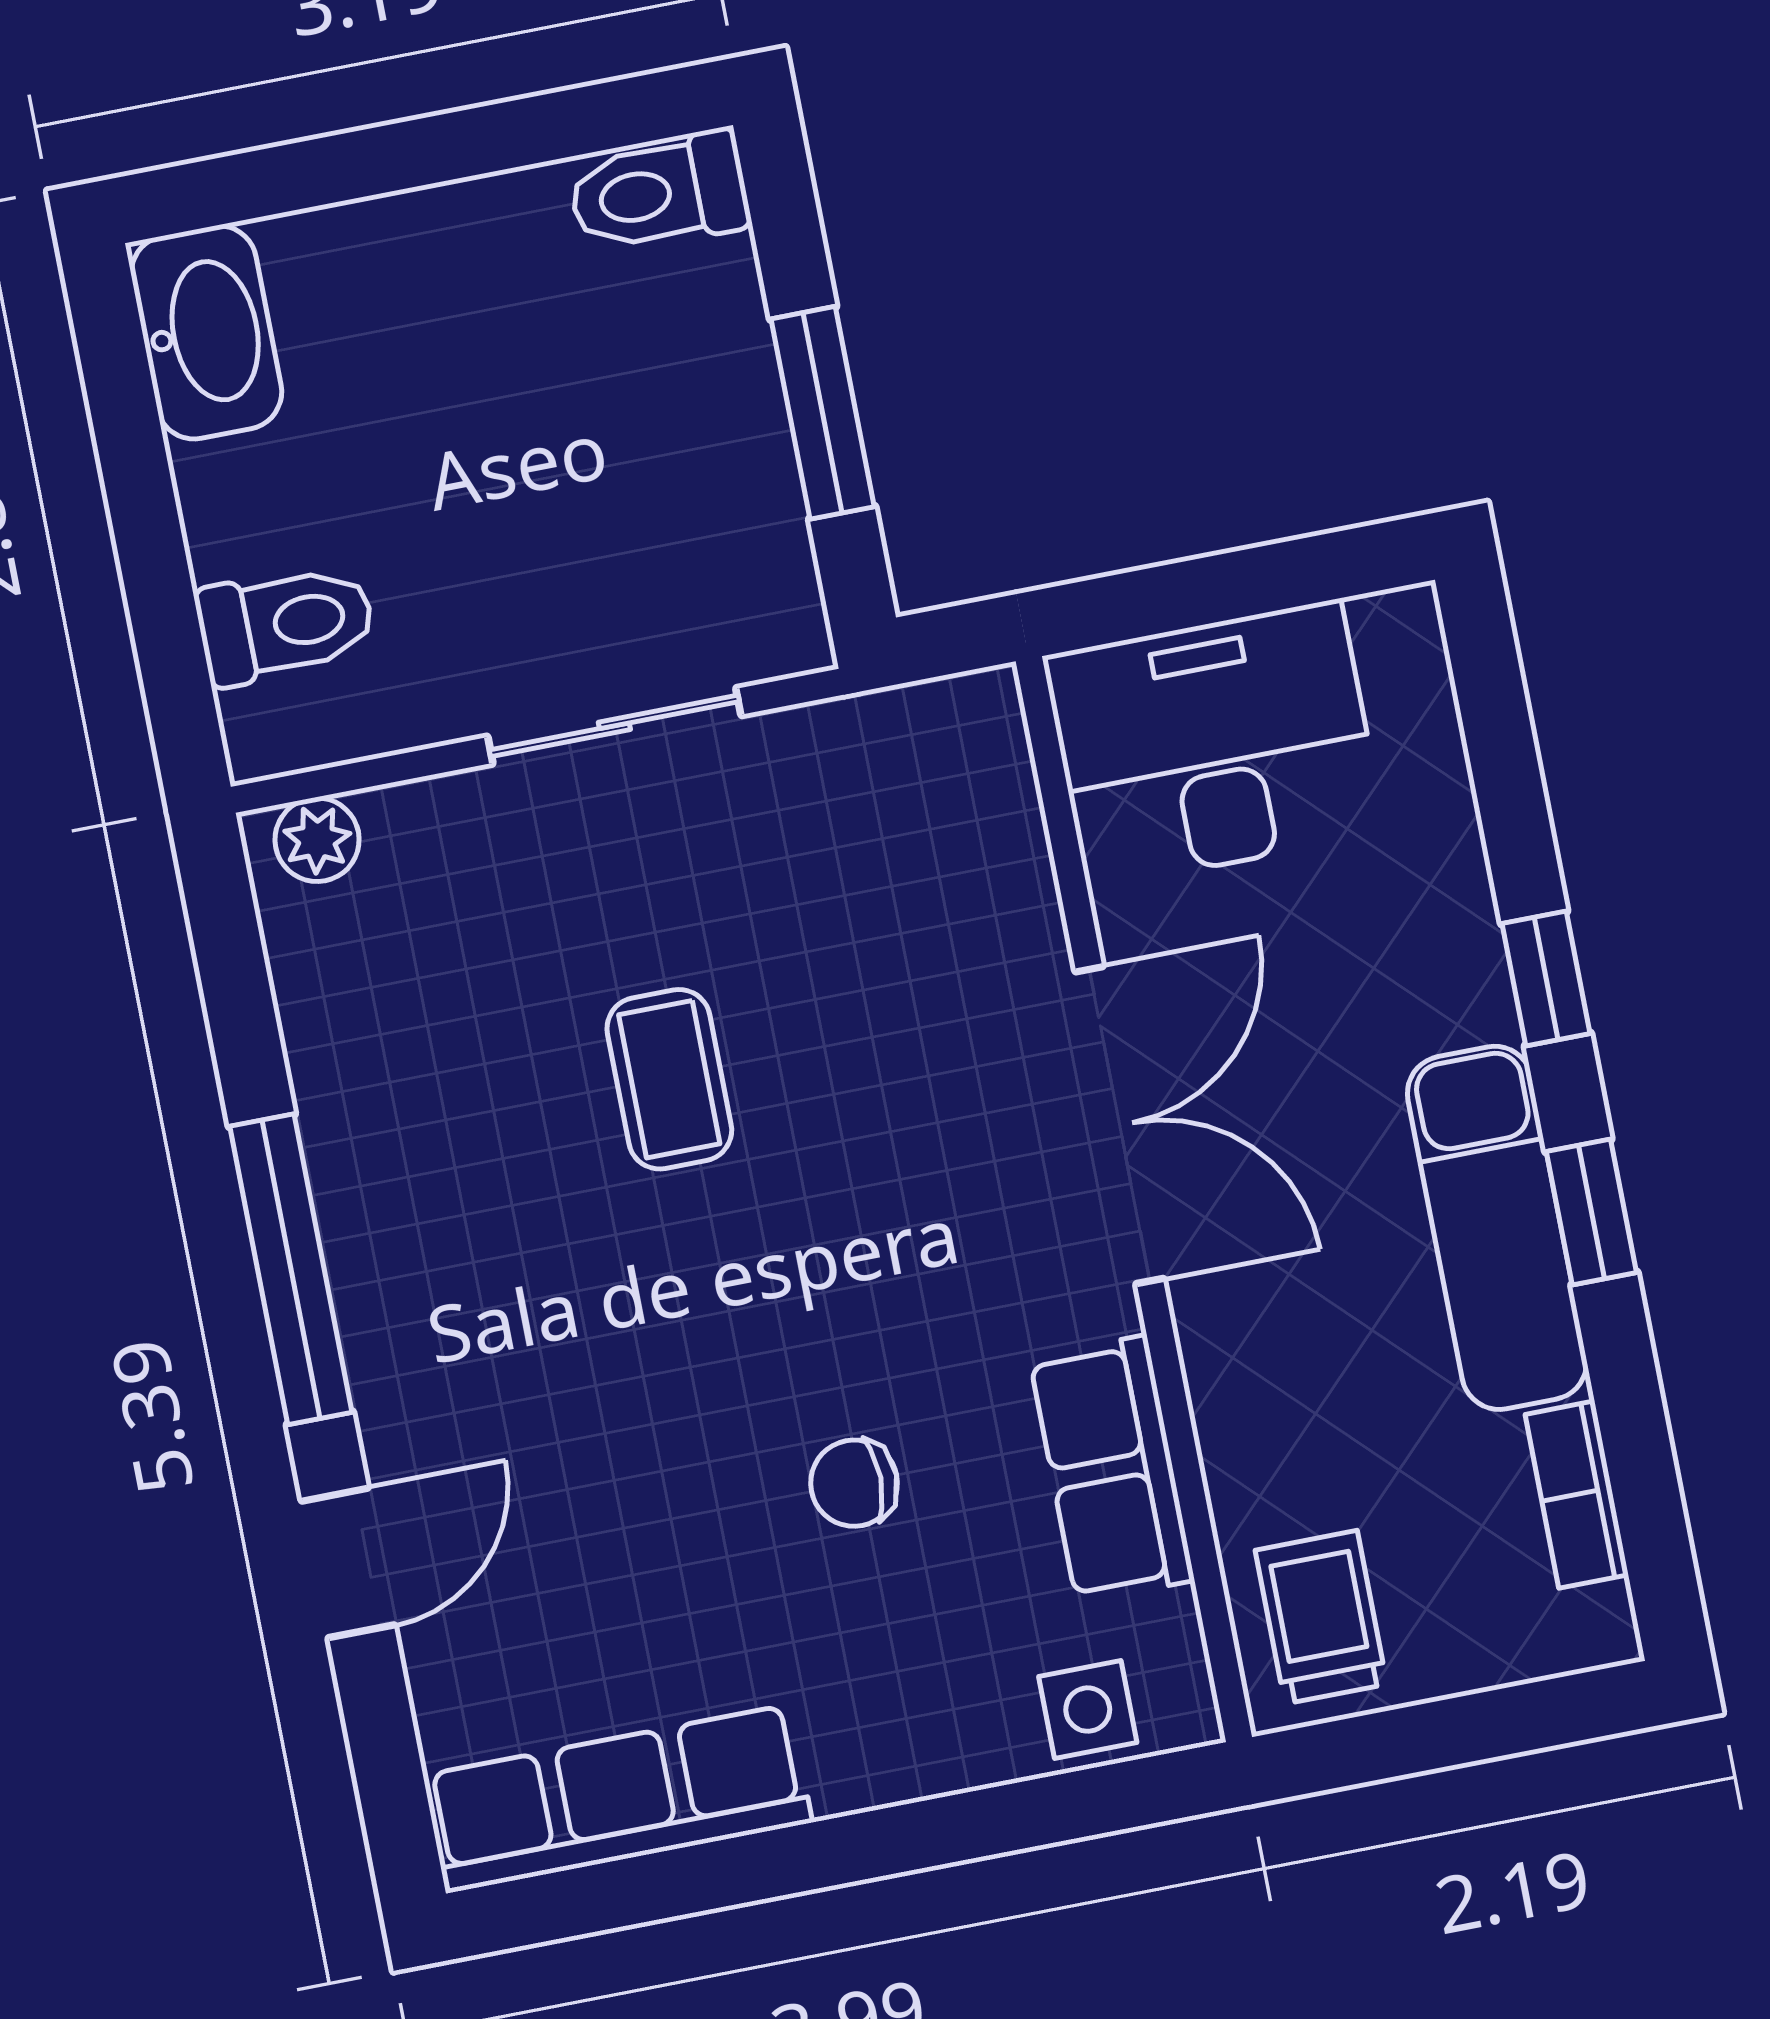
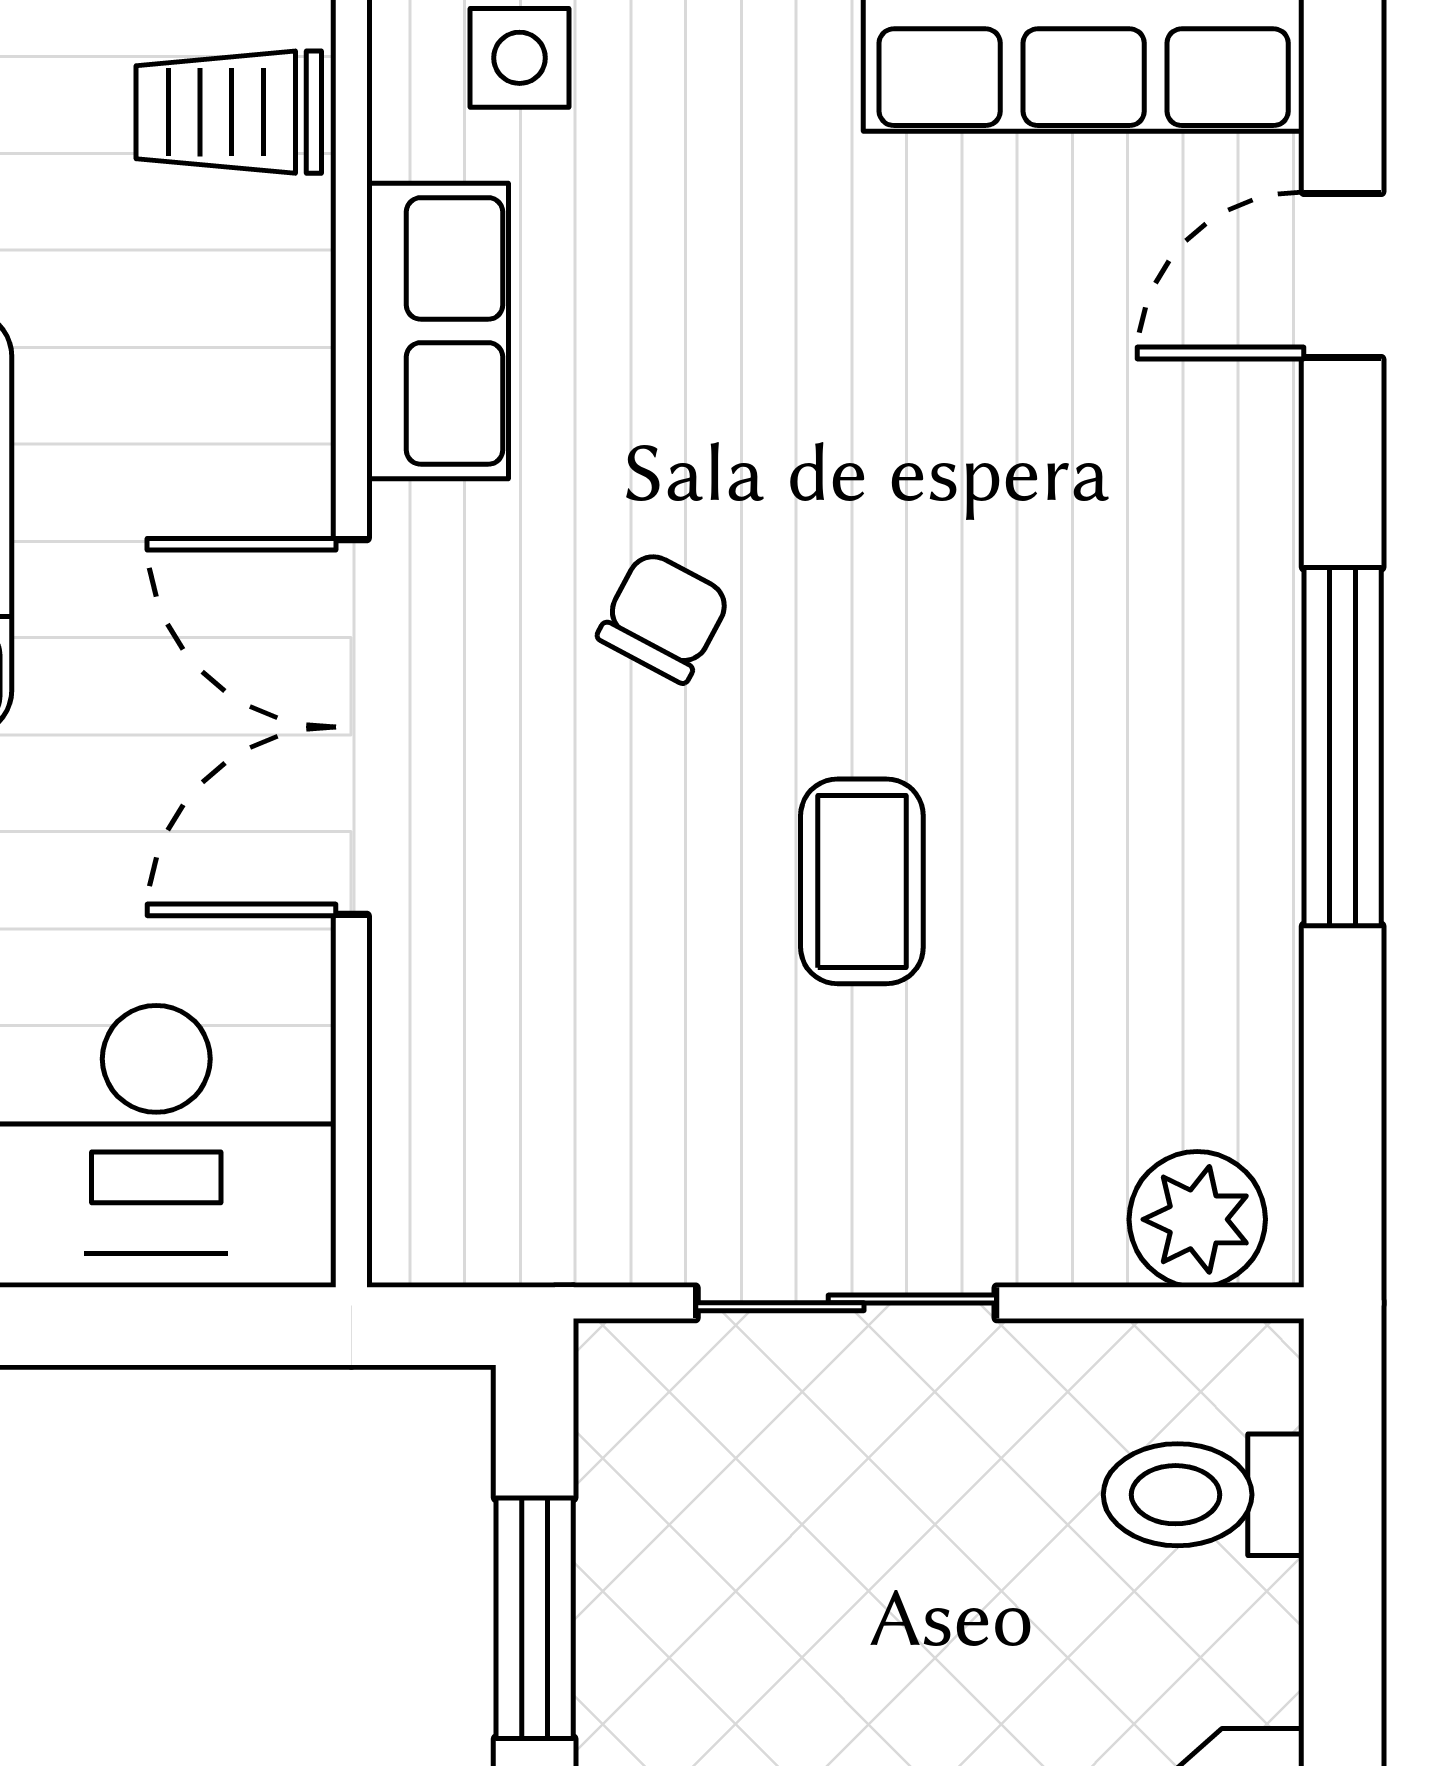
plant: (317, 840) -> (1197, 1219), width x1.38, depth x1.38
chair: (854, 1483) -> (664, 617), moved, turned -62
door: (348, 1563) -> (1343, 275), moved
trolley: (1321, 1617) -> (229, 112), turned 90

